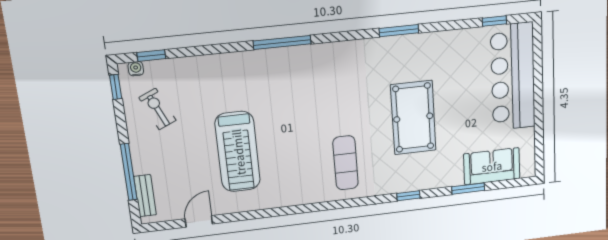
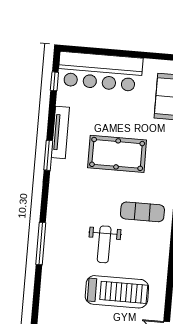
tv unit: (430, 41) -> (60, 132), added
weight bench: (296, 124) -> (104, 244), added

